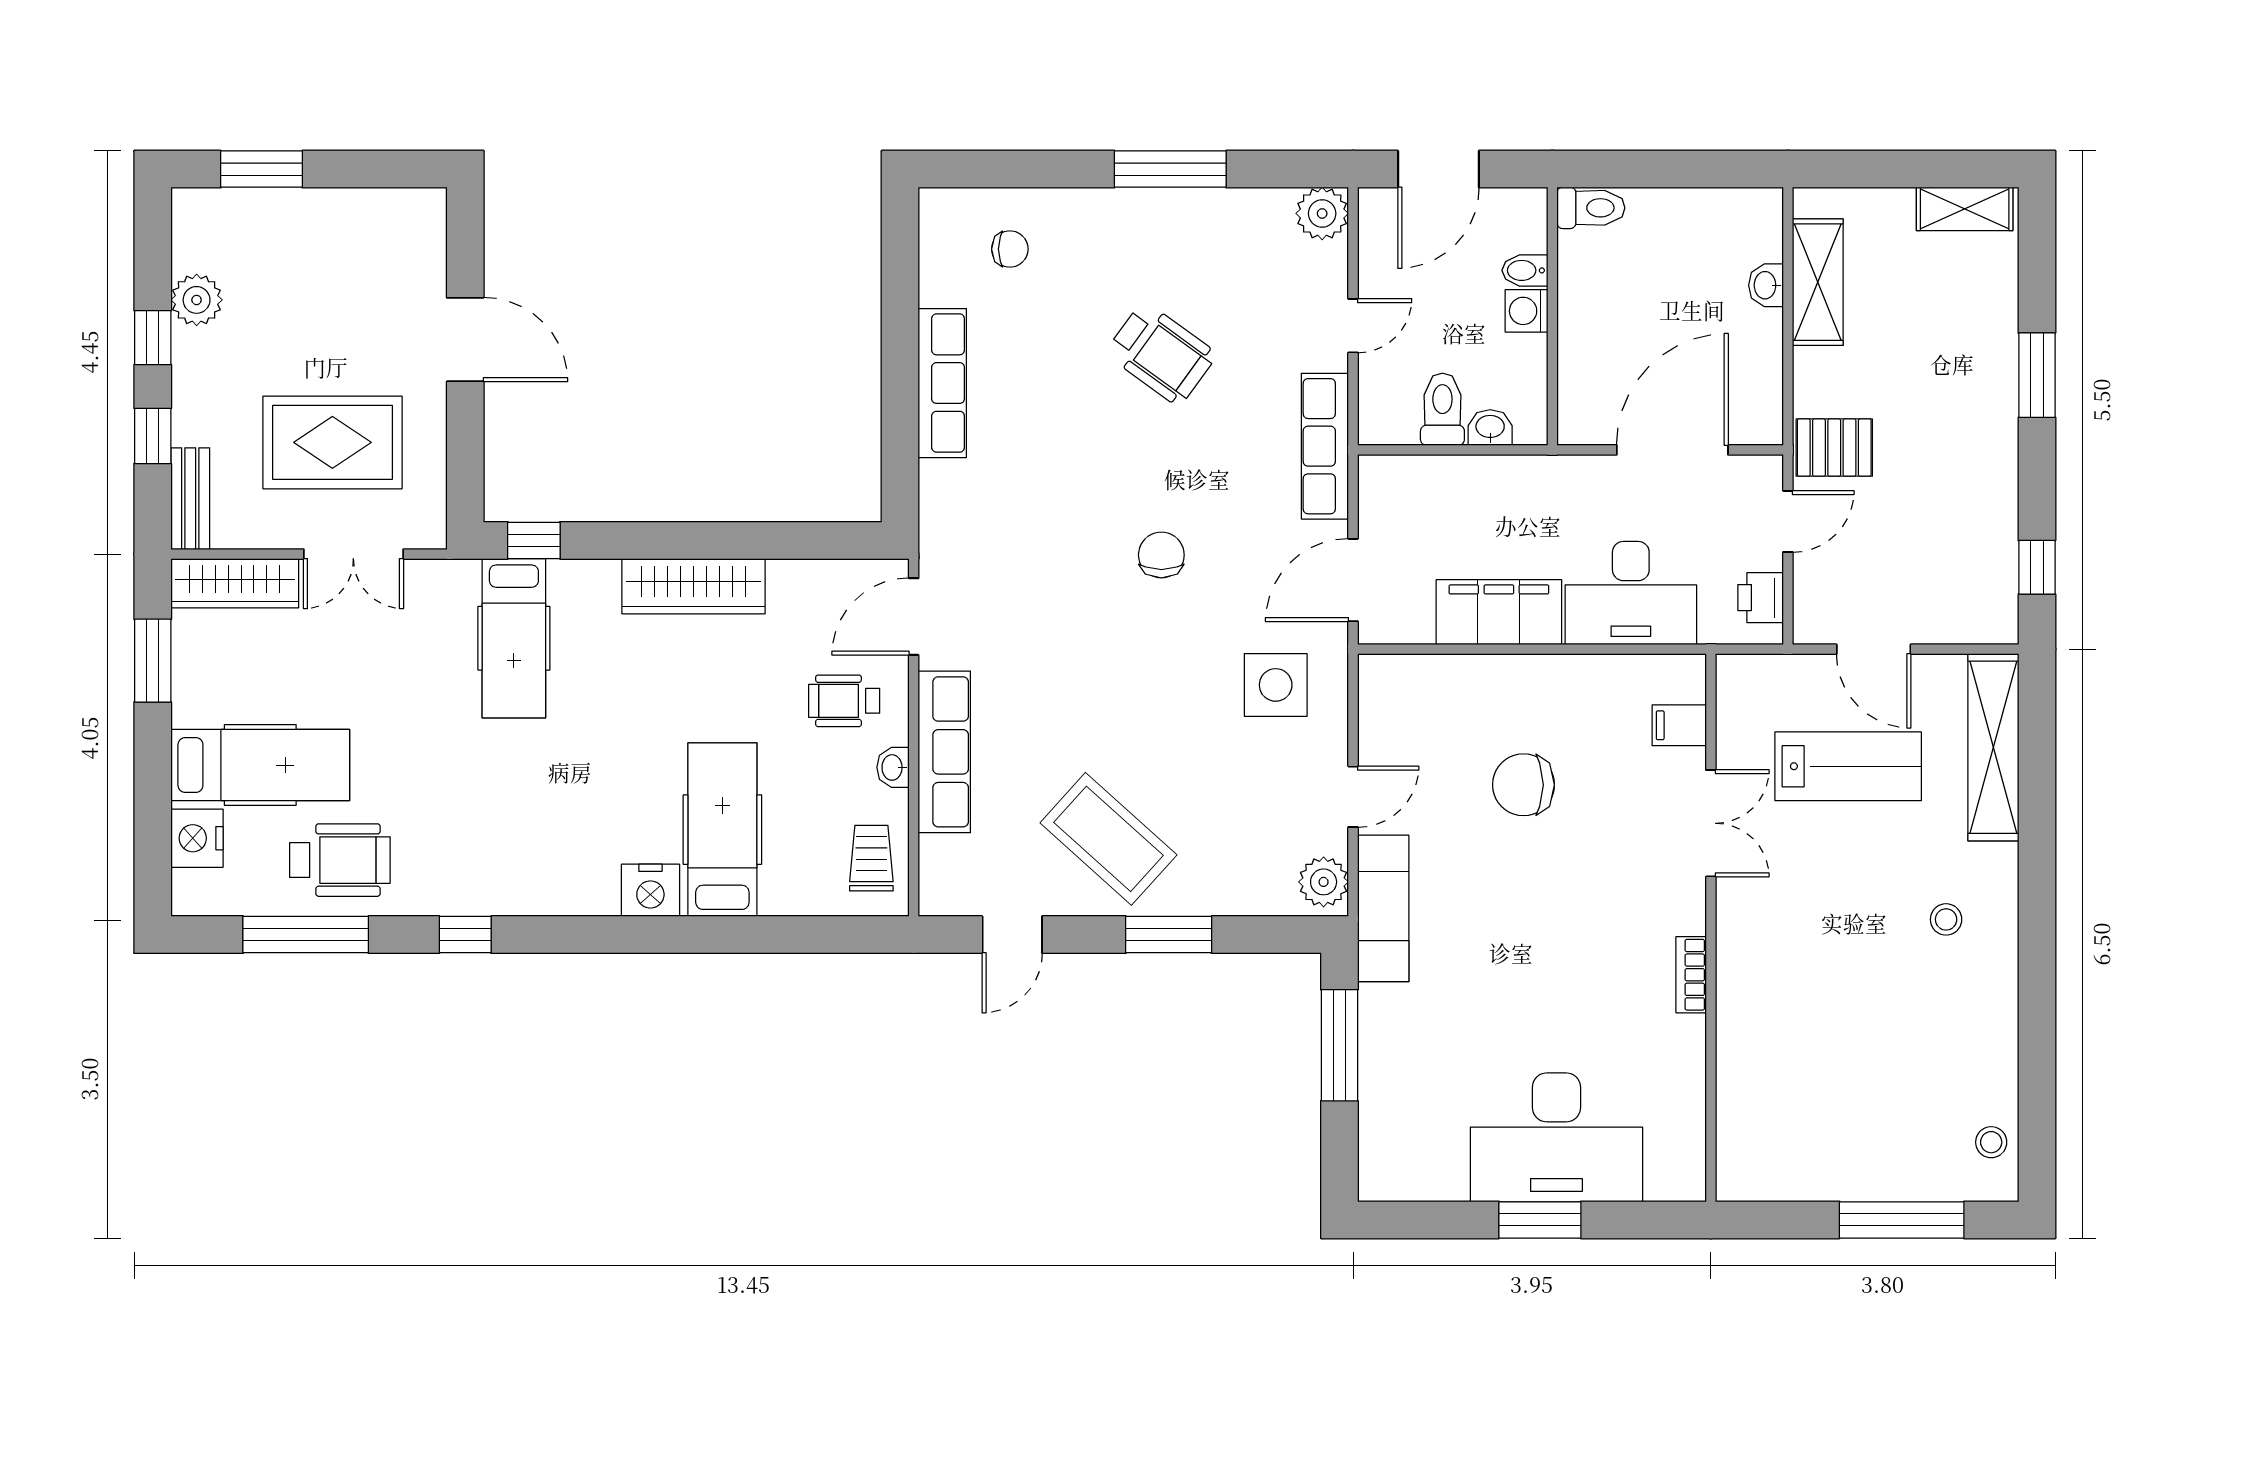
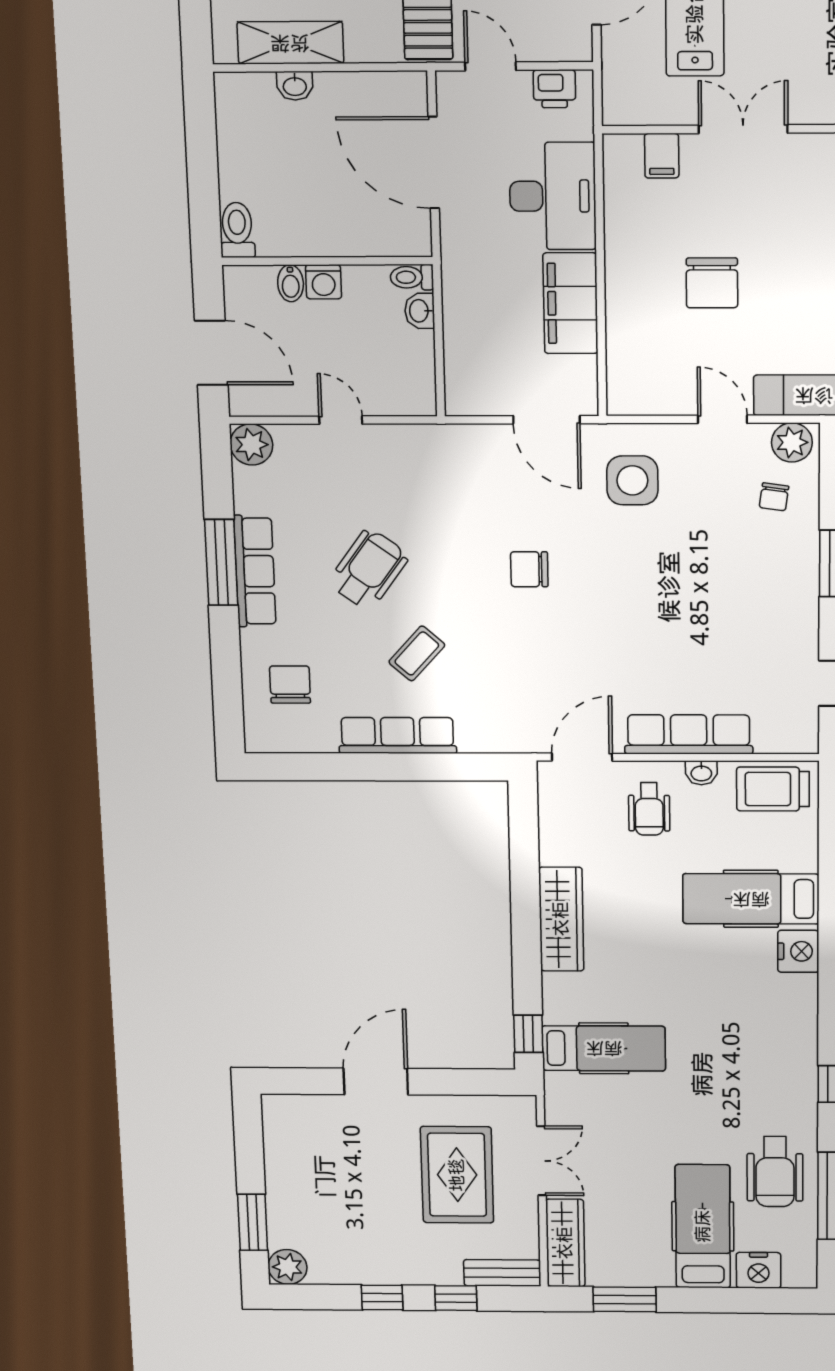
chair: (1010, 249) -> (290, 685), width x1.37, depth x1.37
plant: (197, 300) -> (288, 1267), moved
toilet: (1442, 409) -> (412, 277), moved, width x0.73, depth x0.72
row of seats: (1325, 446) -> (255, 571), moved, turned -90
door: (914, 617) -> (582, 757), swing flipped
coffee table: (1108, 839) -> (417, 653), moved, width x0.54, depth x0.58
trolley: (871, 858) -> (773, 789), width x1.36, depth x1.39
wheelchair: (340, 860) -> (775, 1172), turned 180
chair: (1254, 860) -> (774, 497), added

